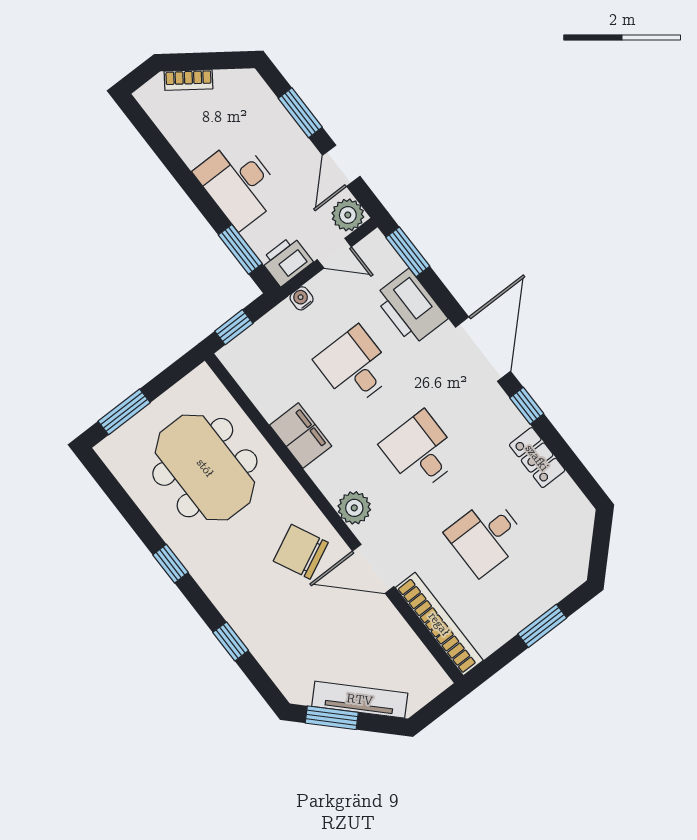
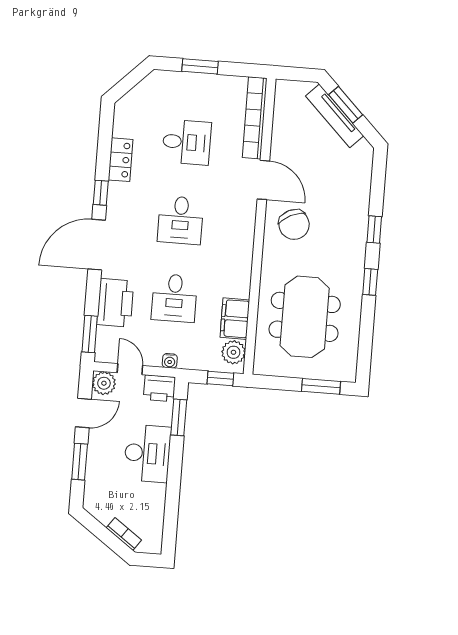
filing cabinet: (301, 436) -> (235, 319), moved
plant: (354, 508) -> (233, 352), moved
window: (231, 641) -> (374, 229), moved
window: (332, 718) -> (346, 105), moved

